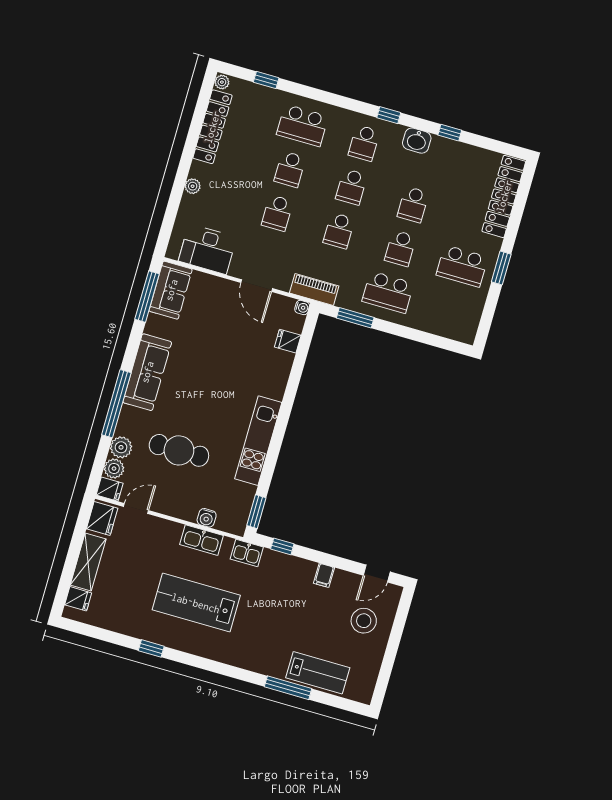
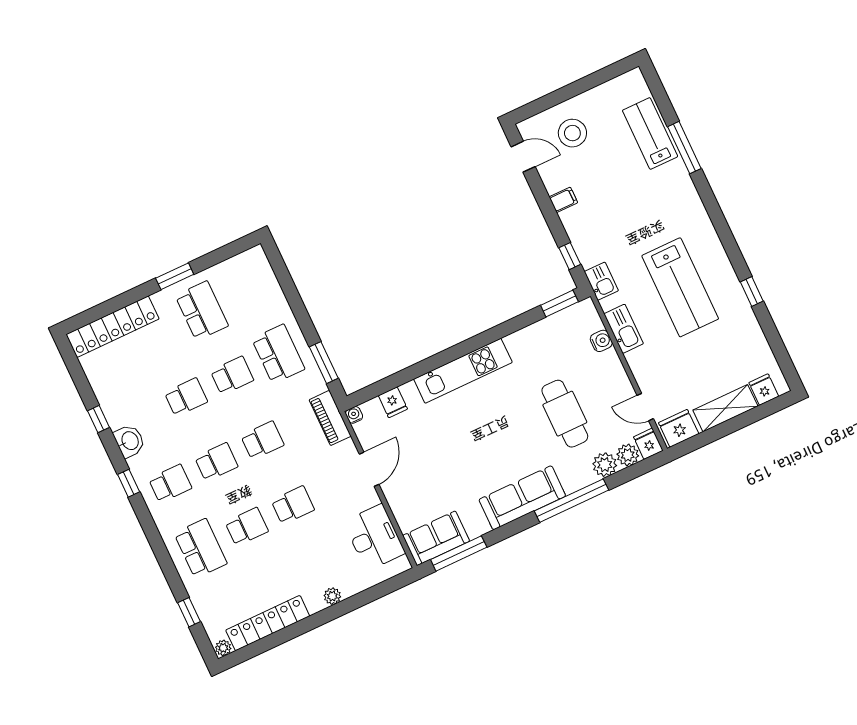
kitchen unit: (258, 441) -> (463, 371), moved

